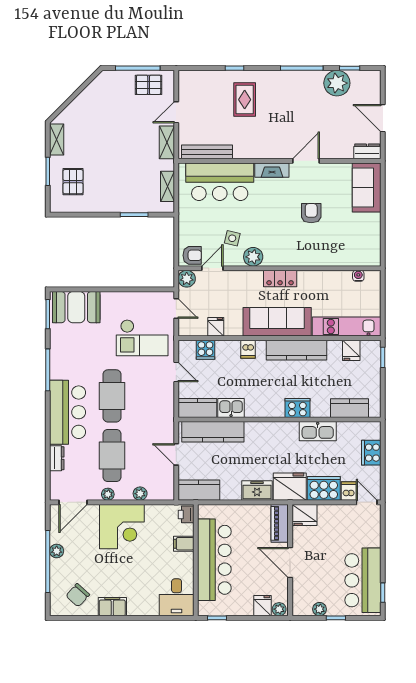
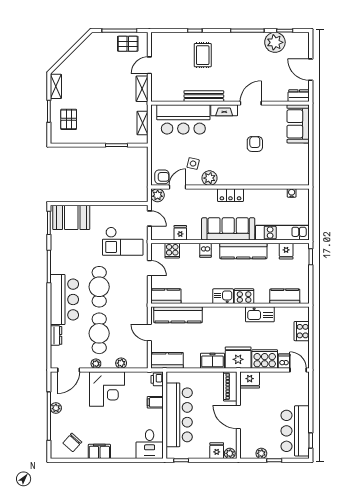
bench: (207, 152) -> (204, 96), moved
kitchen sink: (231, 408) -> (223, 296), moved

